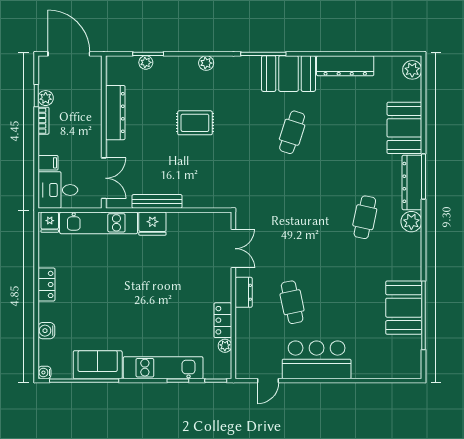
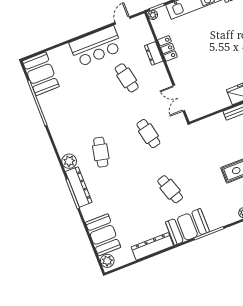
booth: (404, 128) -> (103, 235), moved
cafe table: (292, 132) -> (170, 189), turned -36
cafe table: (292, 217) -> (148, 134), added
dresser: (244, 292) -> (154, 53), moved
booth: (404, 308) -> (41, 74), moved
plant: (225, 346) -> (153, 15), moved

